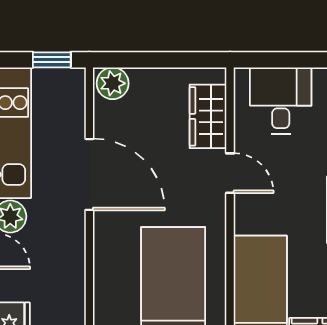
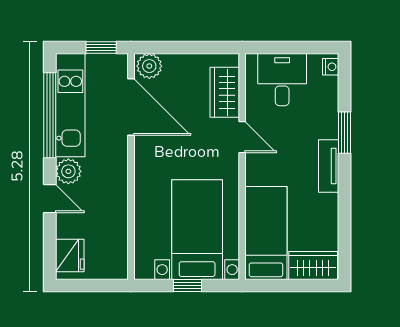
door: (89, 174) -> (131, 107), moved

